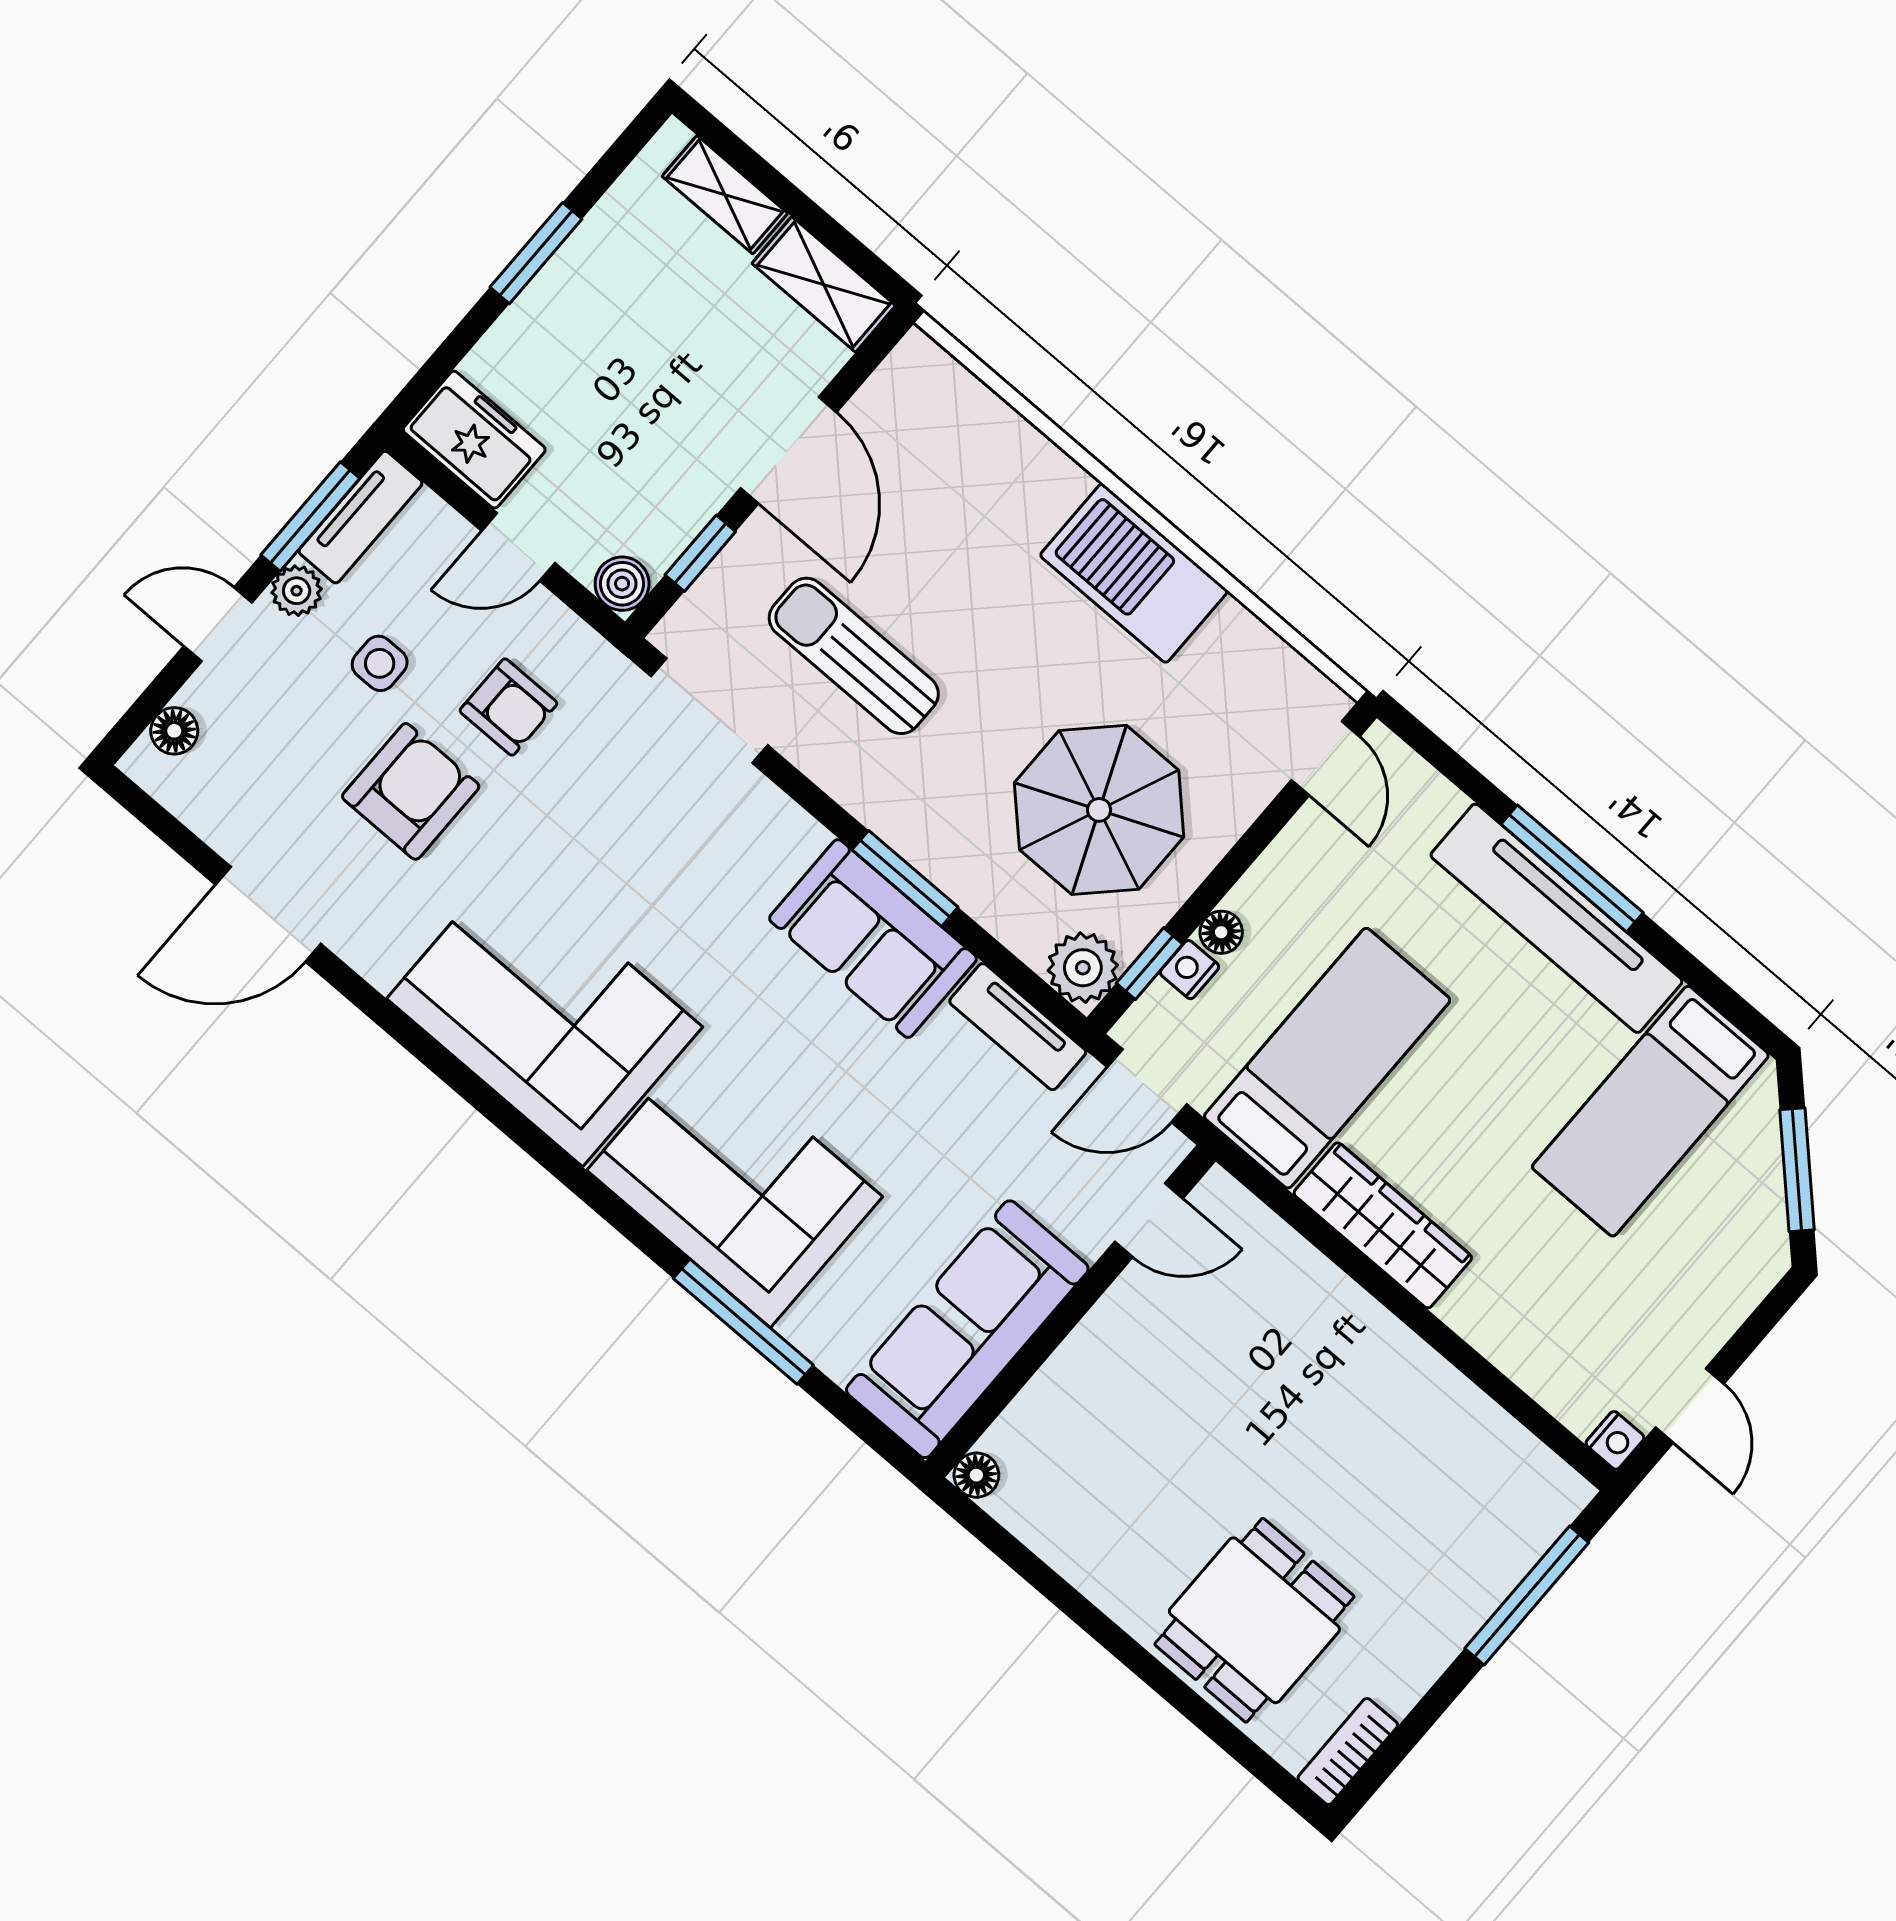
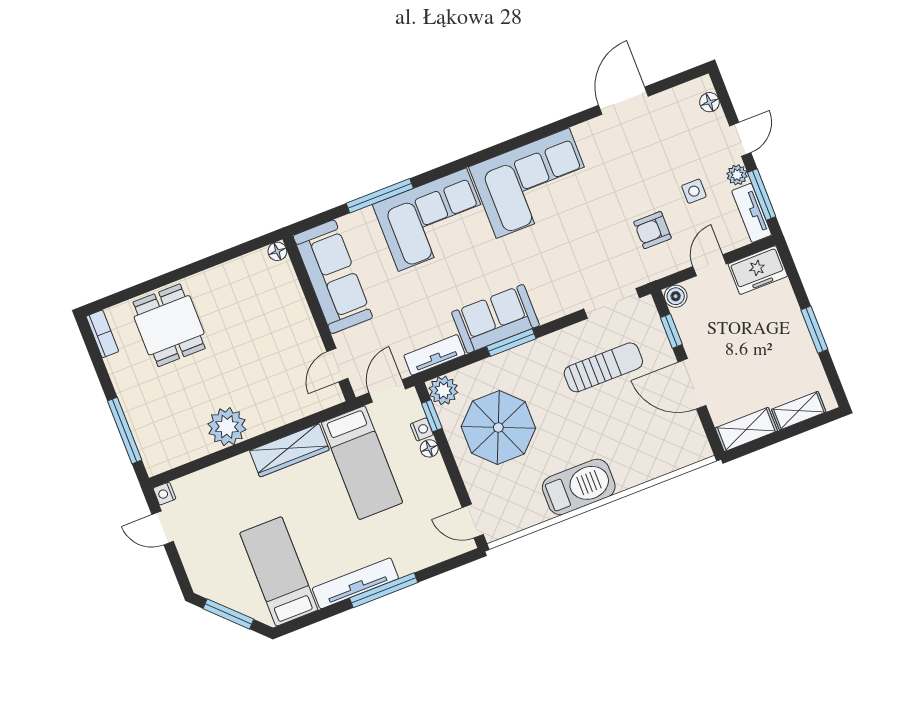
armchair: (411, 791) -> (641, 177), removed
tv unit: (1556, 918) -> (355, 583), width x0.73, depth x0.78
plant: (1403, 1384) -> (227, 427), added

